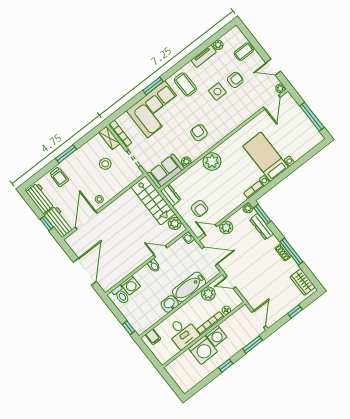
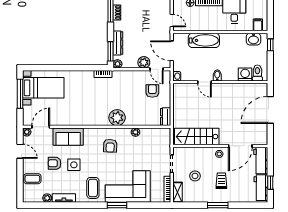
bed with nightstands: (266, 157) -> (43, 88), moved, turned -90
sofa: (166, 171) -> (68, 137), moved
trolley: (59, 177) -> (221, 181), moved
stairs: (153, 200) -> (197, 137), moved, turned -90
window: (47, 223) -> (270, 183), moved
plant: (175, 223) -> (179, 94), removed
plant: (208, 294) -> (194, 25), removed
washbasin: (170, 304) -> (253, 39), moved

